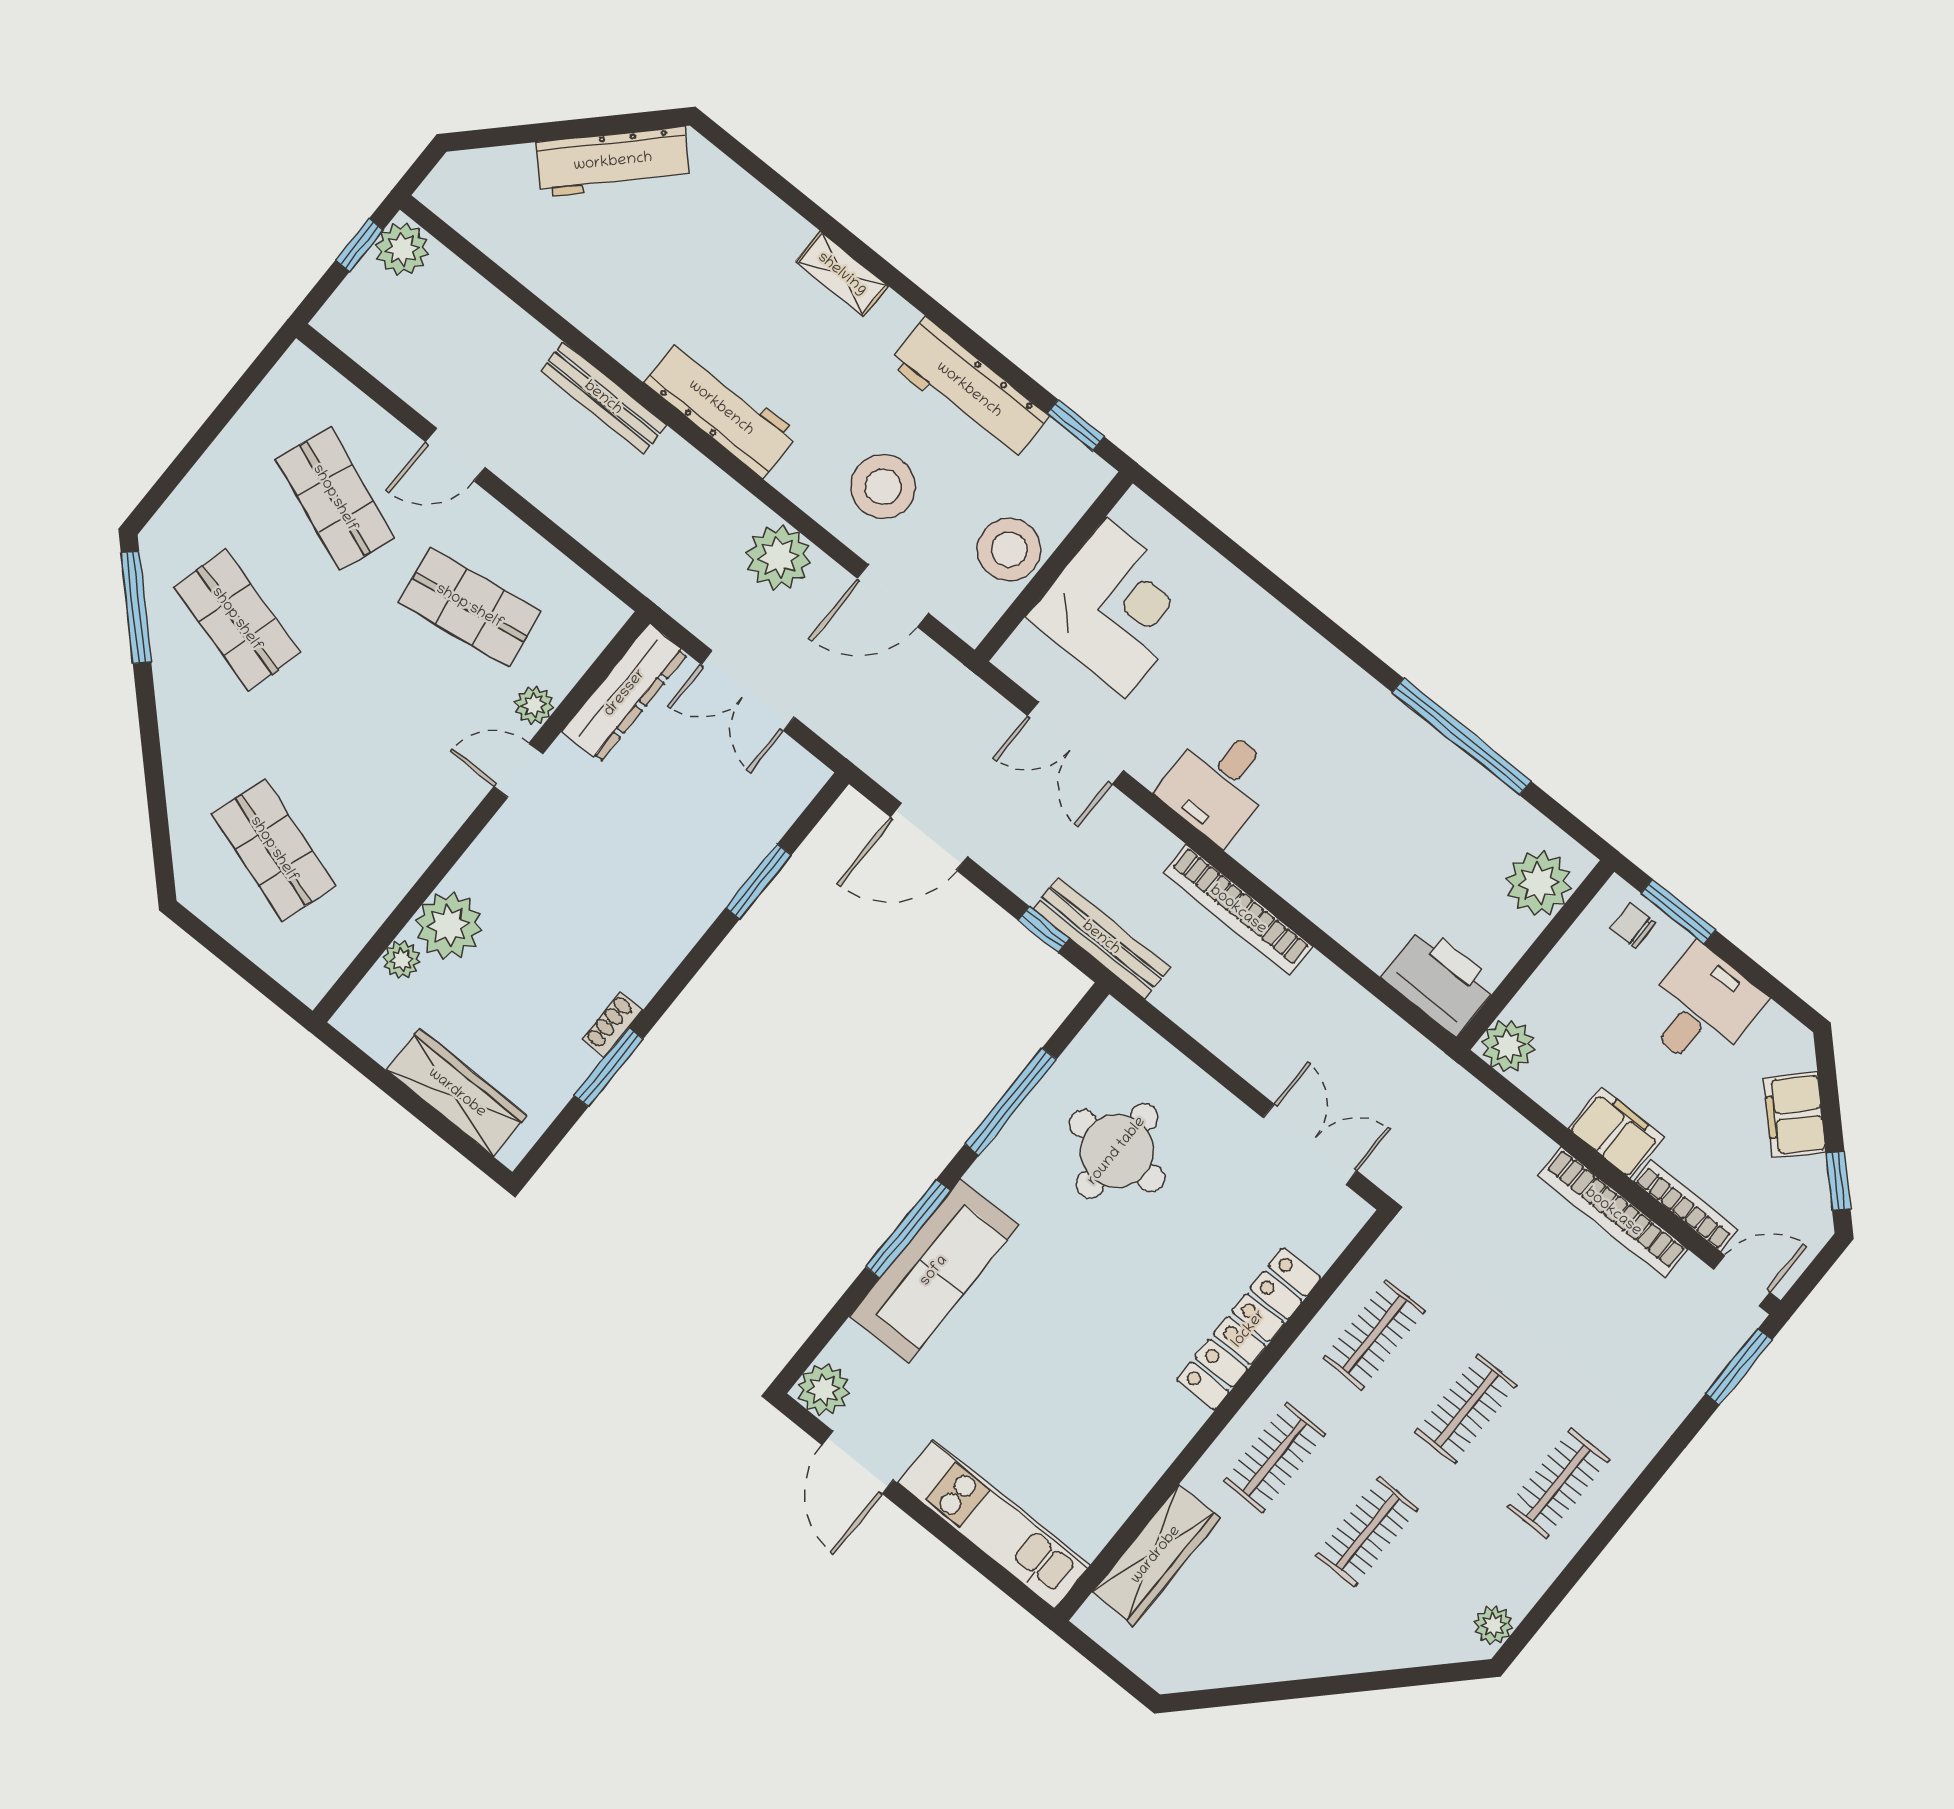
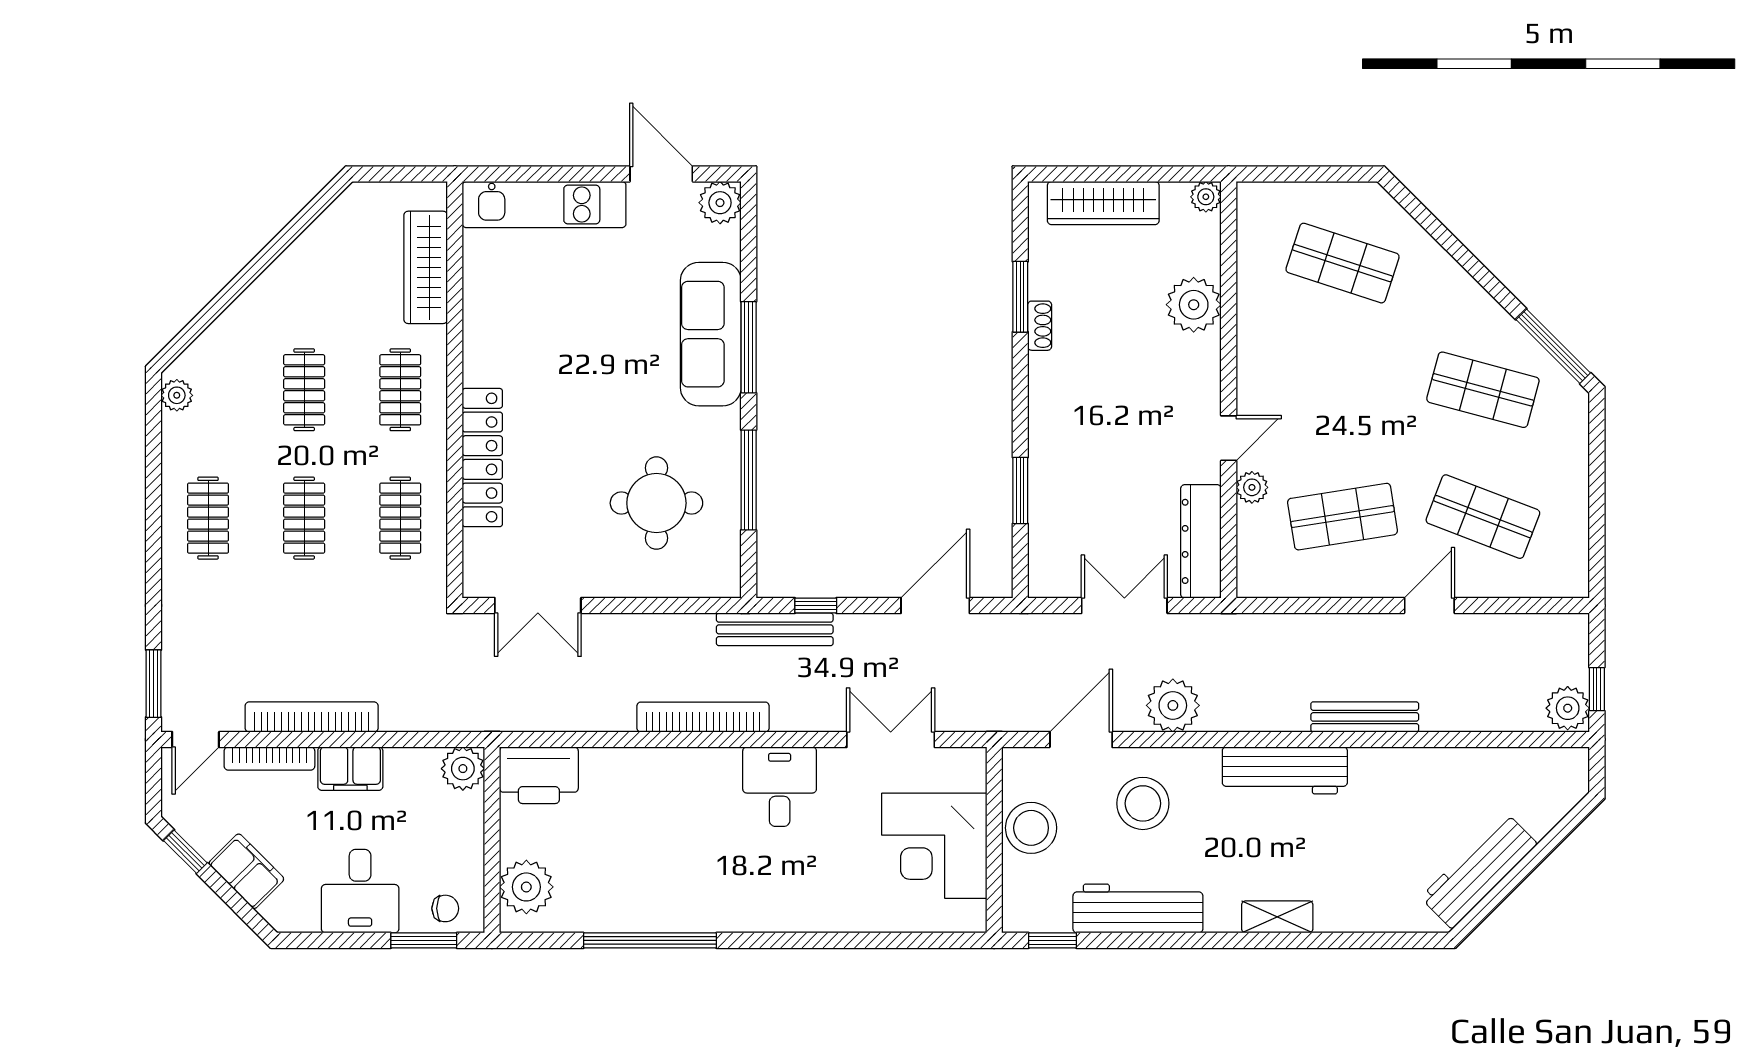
plant: (402, 960) -> (1206, 197), moved

